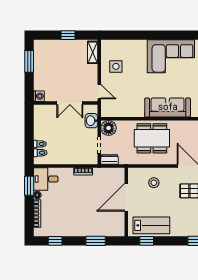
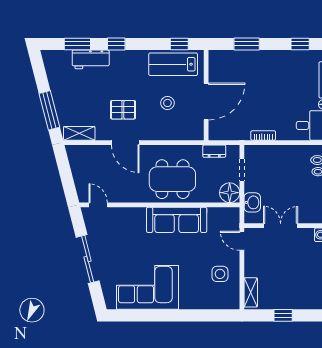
sofa: (168, 107) -> (177, 220), moved
dresser: (110, 160) -> (214, 151), moved
stool: (154, 183) -> (167, 103), moved

